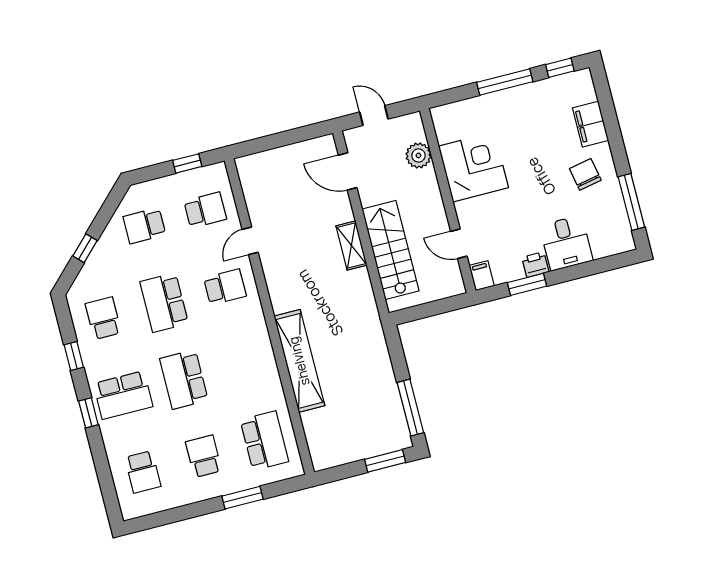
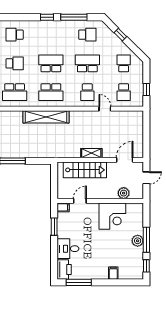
plant: (512, 100) -> (138, 241), added
filing cabinet: (591, 124) -> (113, 273), width x0.50
chair: (585, 174) -> (96, 265), removed
printer: (535, 265) -> (64, 269), moved, width x1.87, depth x1.48
window: (74, 356) -> (74, 17), width x2.17
school desk: (123, 395) -> (51, 92), moved, turned -90

